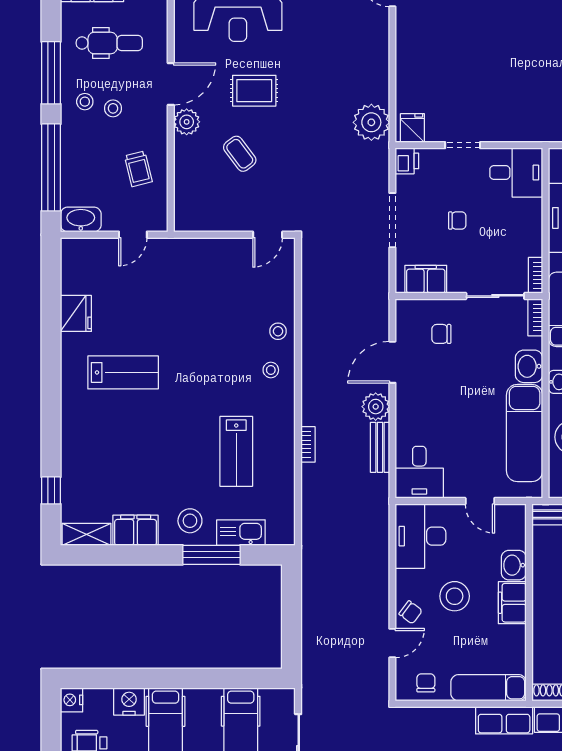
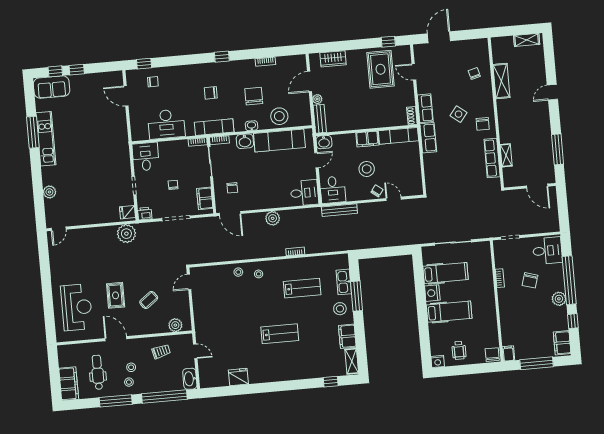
plant: (187, 122) -> (175, 325), moved
door: (268, 235) -> (189, 282), swing flipped
door: (392, 362) -> (230, 213), moved
lab bench: (123, 372) -> (280, 334), moved, turned 90
bench: (380, 447) -> (339, 210), moved, width x1.36
desk: (420, 536) -> (333, 190), width x0.73
washbasin: (514, 565) -> (324, 142), moved
chair: (426, 683) -> (413, 180), removed
exam couch: (489, 688) -> (398, 136), moved, turned -90
nightstand: (129, 701) -> (432, 293), moved

